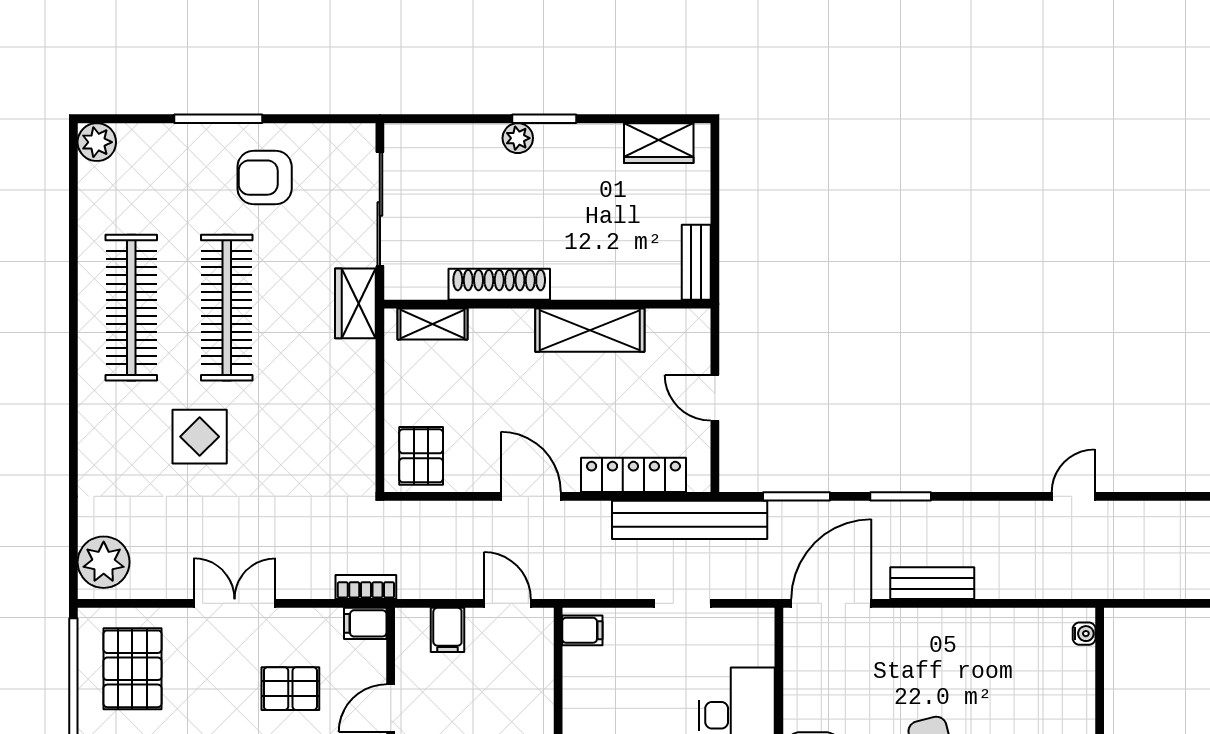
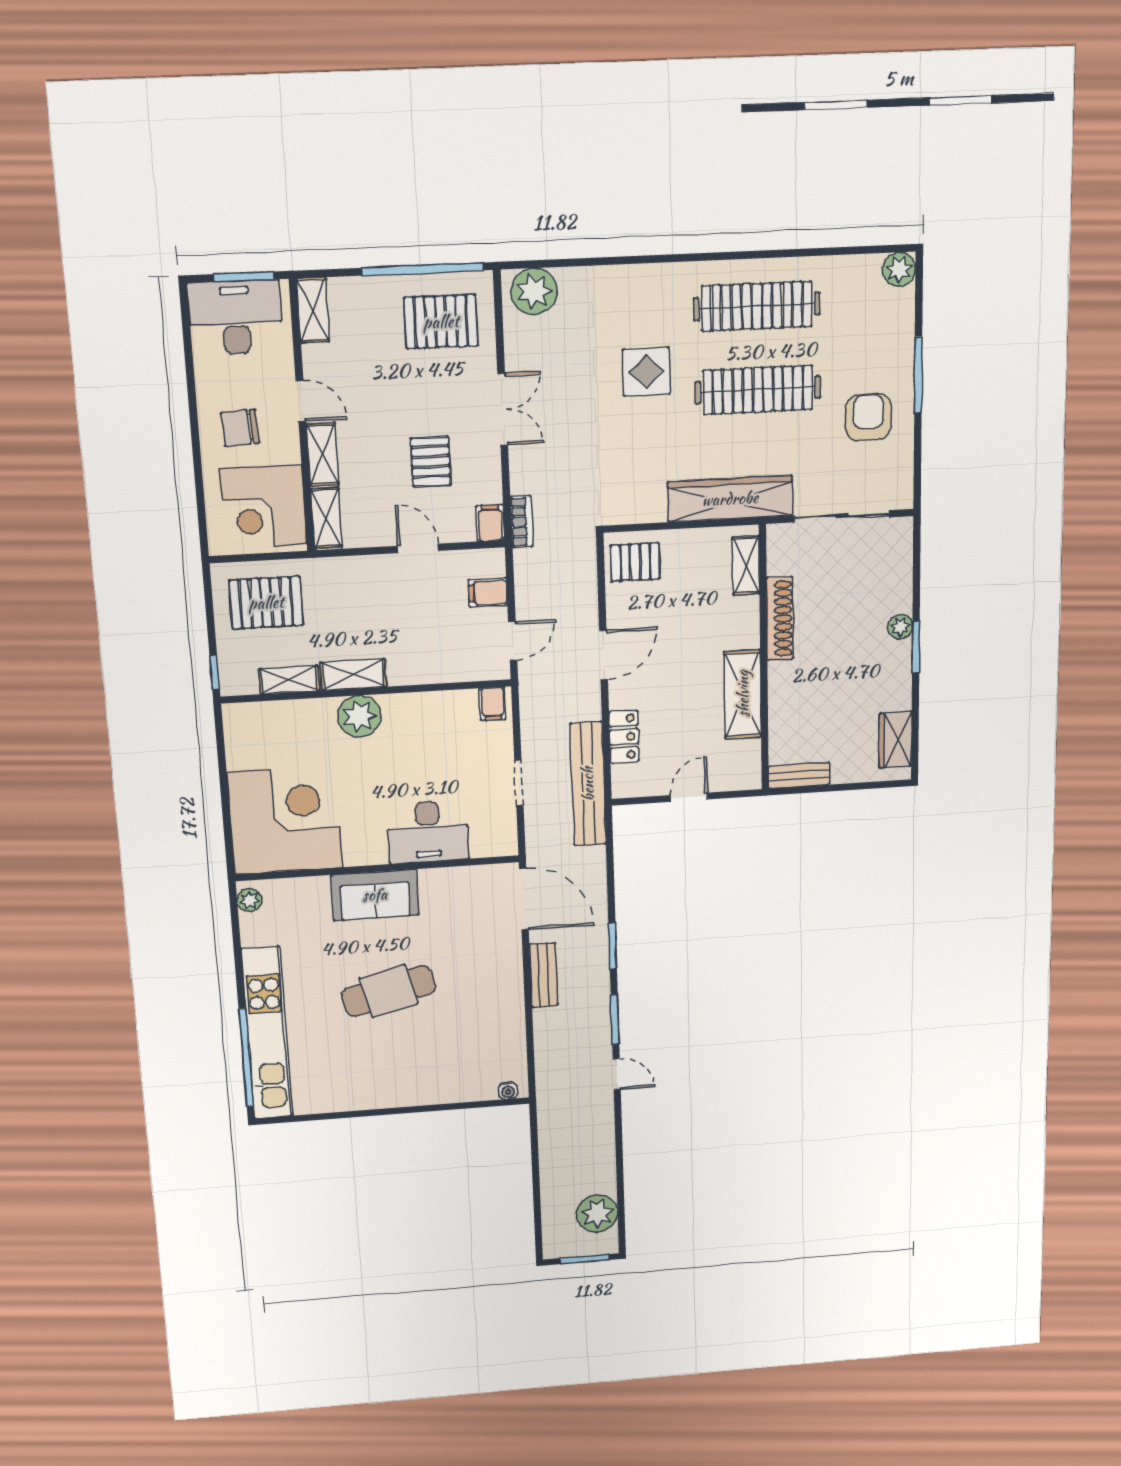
wardrobe: (355, 303) -> (730, 499), width x2.10, depth x1.17
locker: (633, 475) -> (624, 737), width x0.66
window: (797, 496) -> (615, 1019), moved

